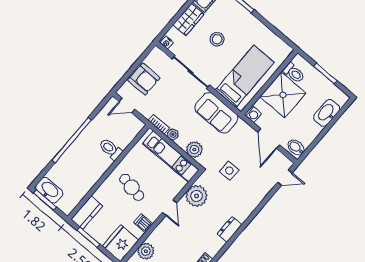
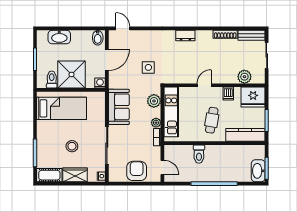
bed: (245, 76) -> (62, 108), moved, turned 180
plant: (197, 196) -> (182, 74), removed
kitchen counter: (87, 213) -> (245, 135), width x1.50

